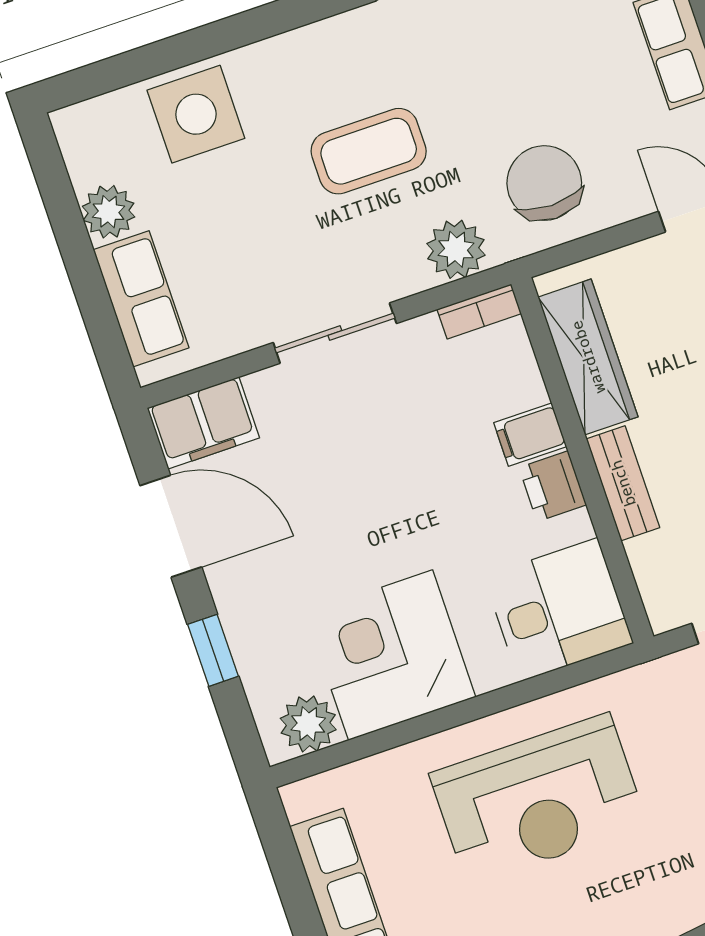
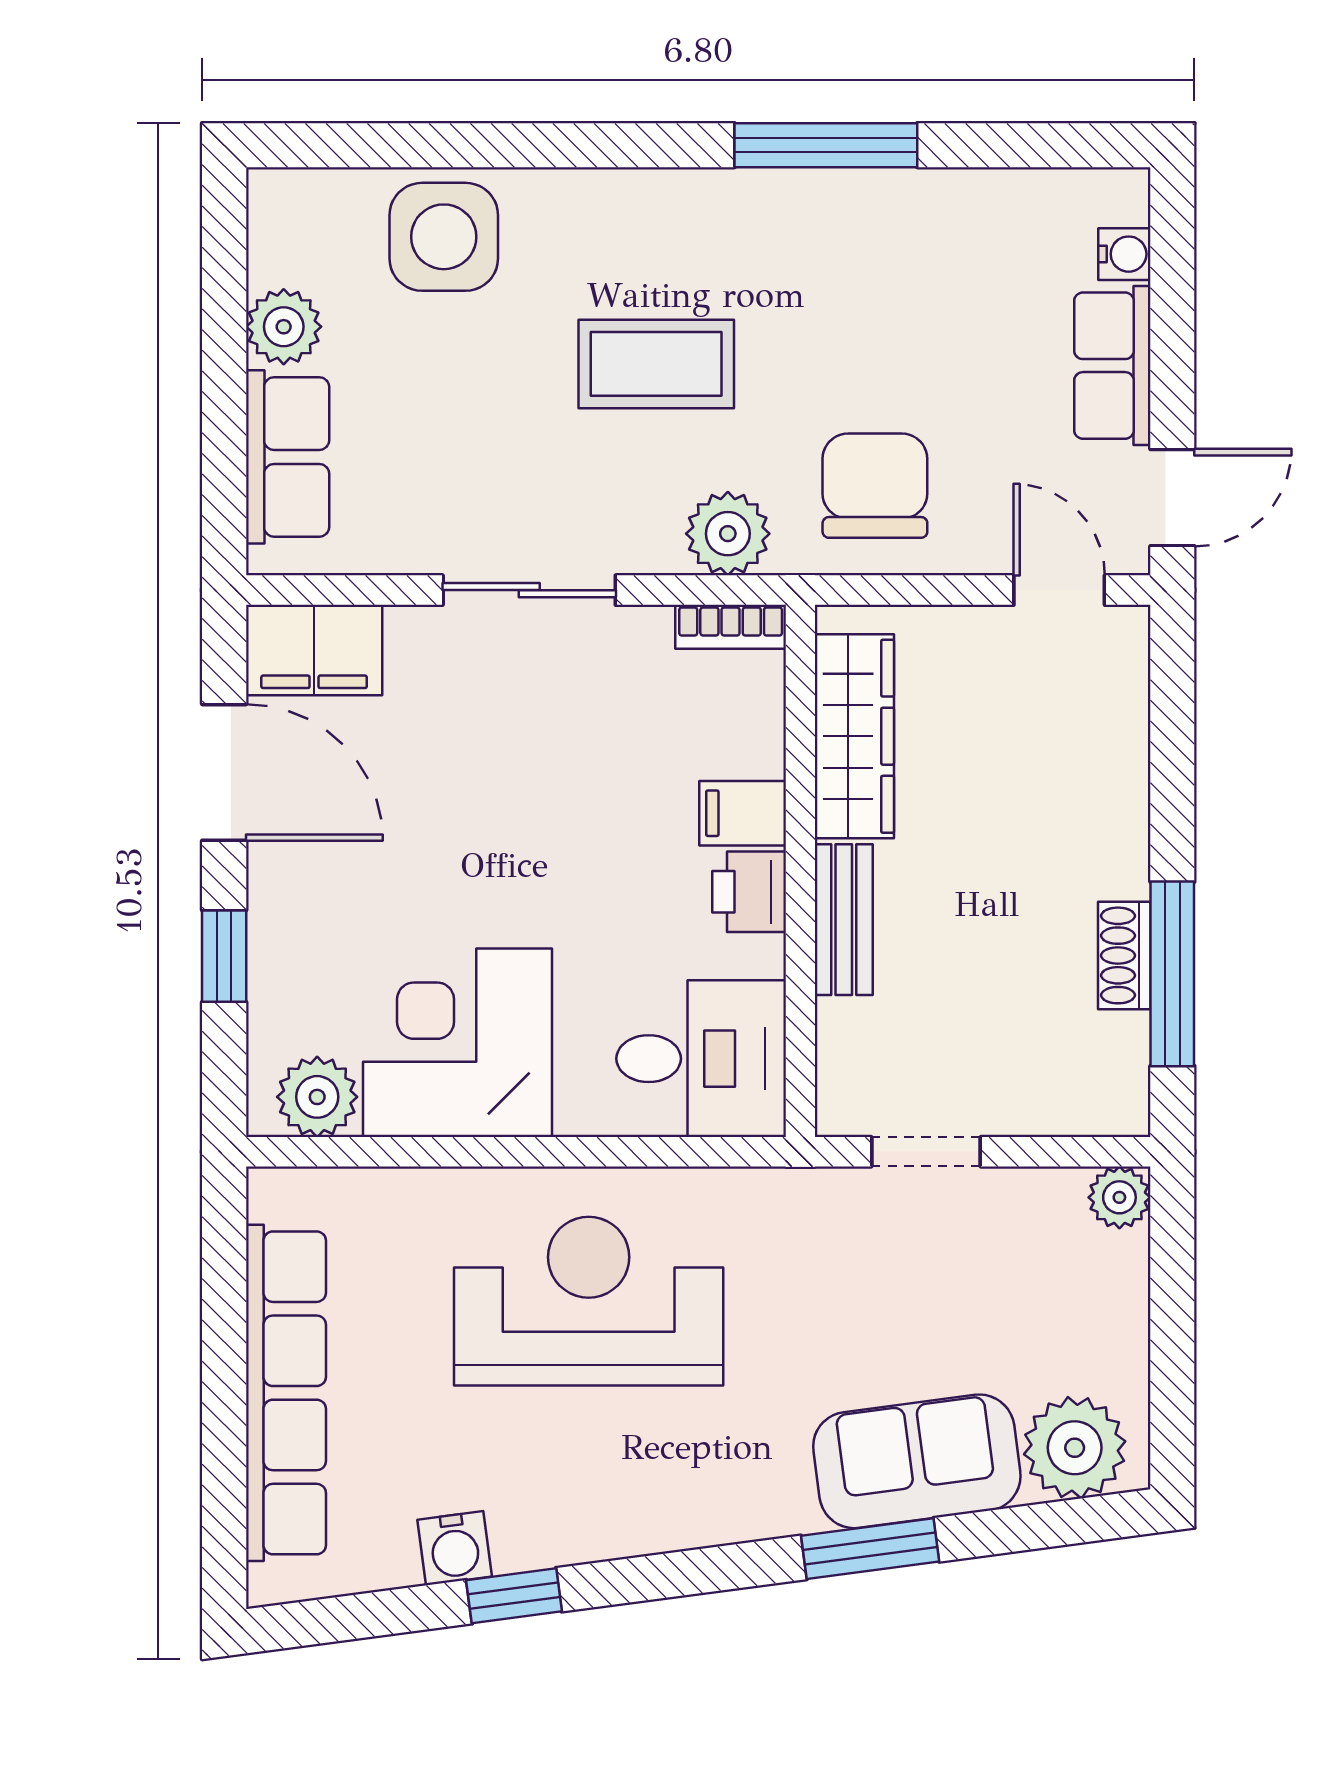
reception desk: (538, 799) -> (589, 1301), turned 180

